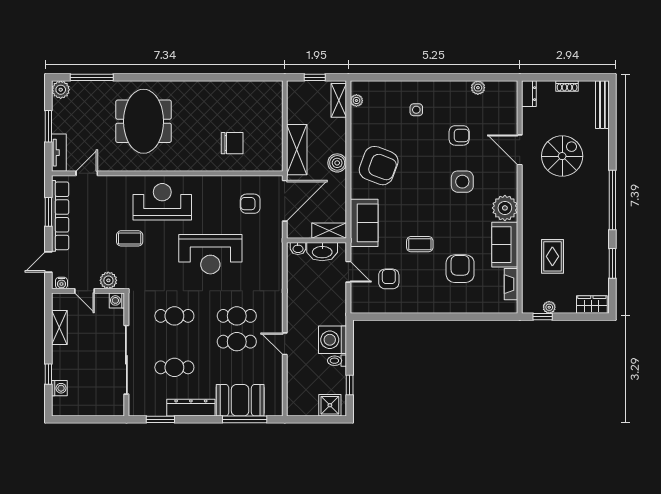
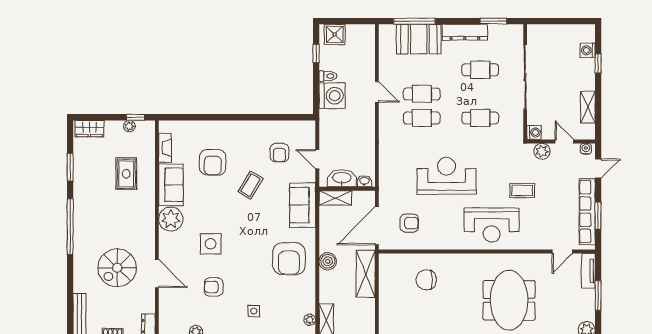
armchair: (379, 166) -> (289, 259), turned -111
coffee table: (420, 244) -> (250, 185), turned -59

